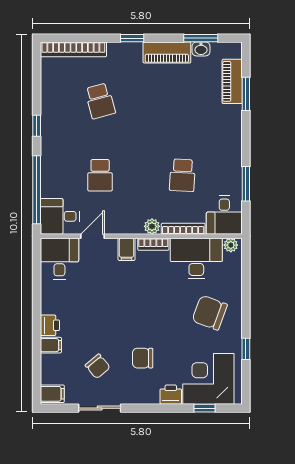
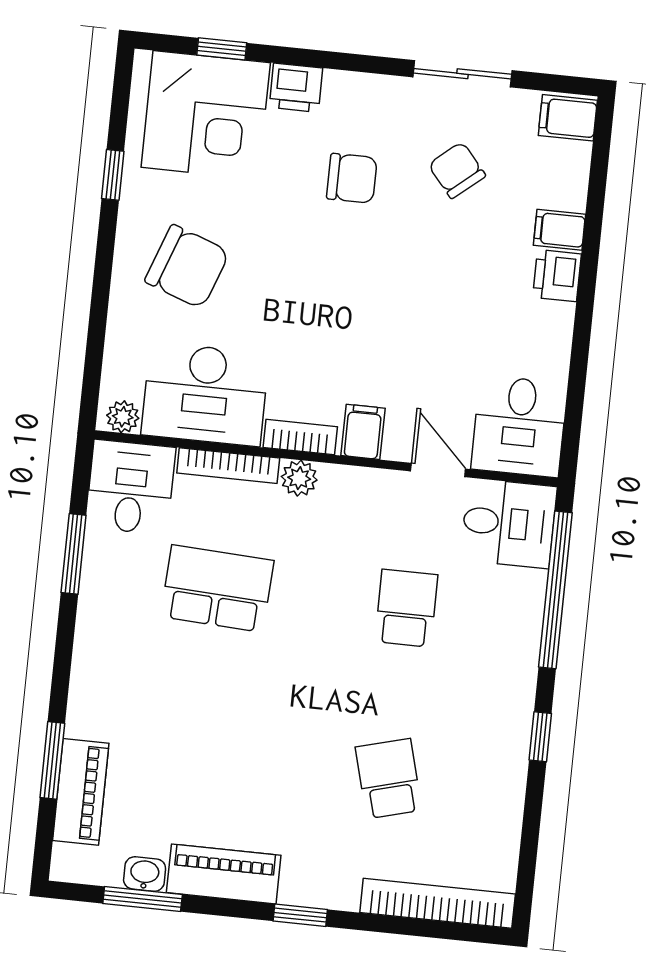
school desk: (182, 175) -> (217, 589), width x1.85
door: (92, 236) -> (438, 470), swing flipped

